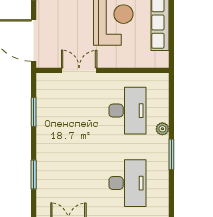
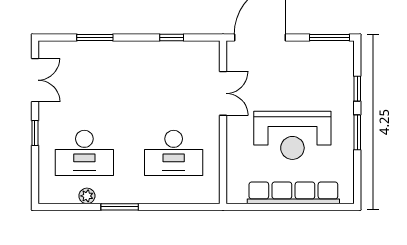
window: (34, 112) -> (172, 37), width x0.67
plant: (162, 129) -> (87, 196), moved

